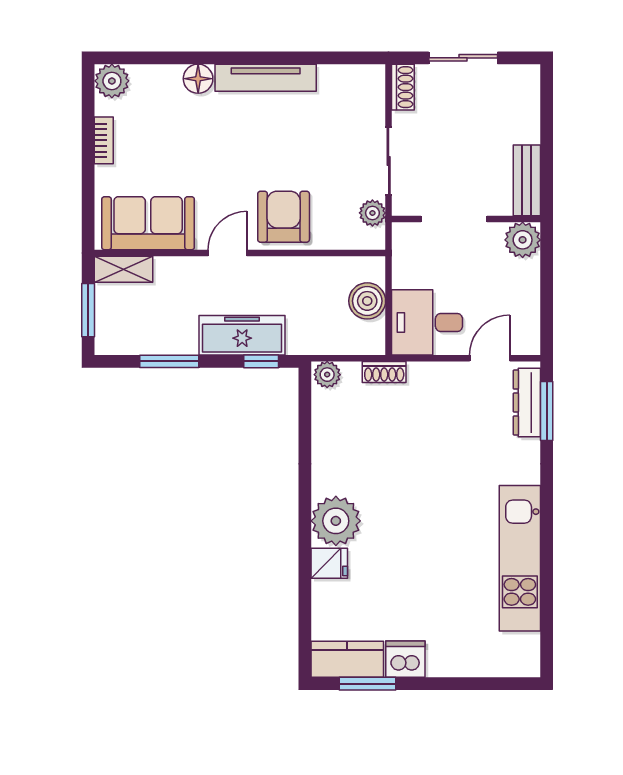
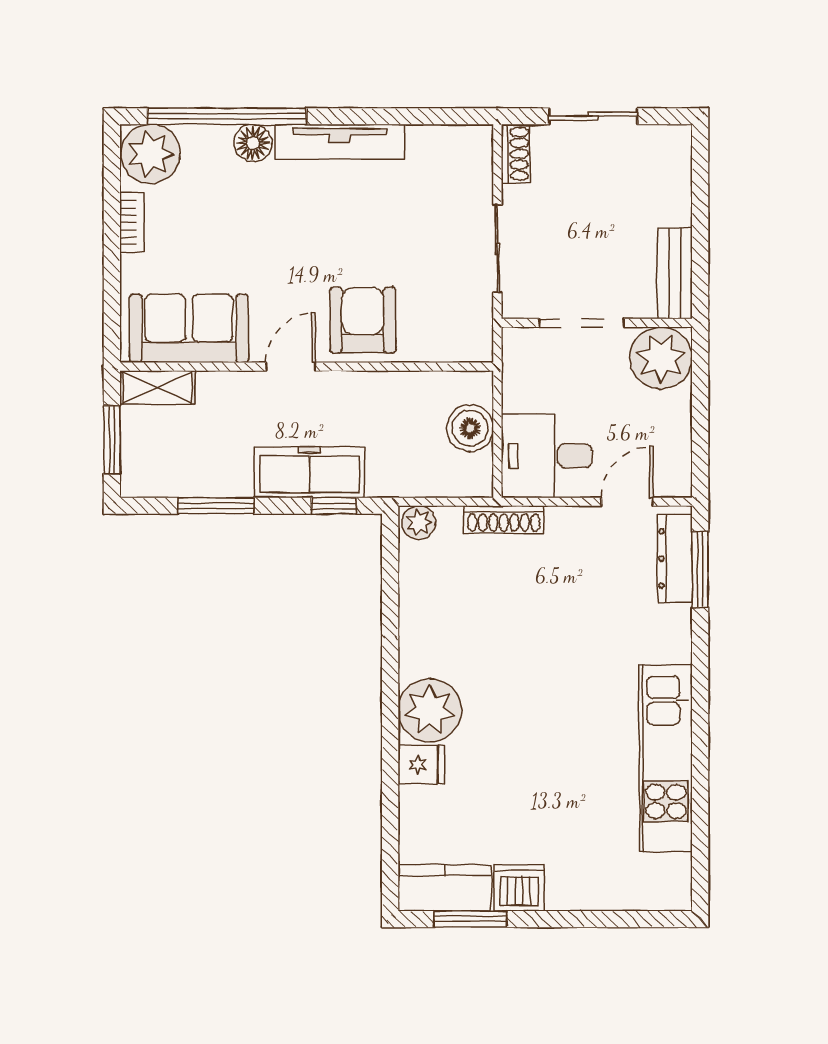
window: (178, 58) -> (227, 116), added
plant: (112, 81) -> (150, 154), width x1.36, depth x1.36
plant: (372, 213) -> (477, 315), removed
plant: (523, 240) -> (661, 358), width x1.36, depth x1.36
shoe rack: (384, 372) -> (504, 519), width x1.43

